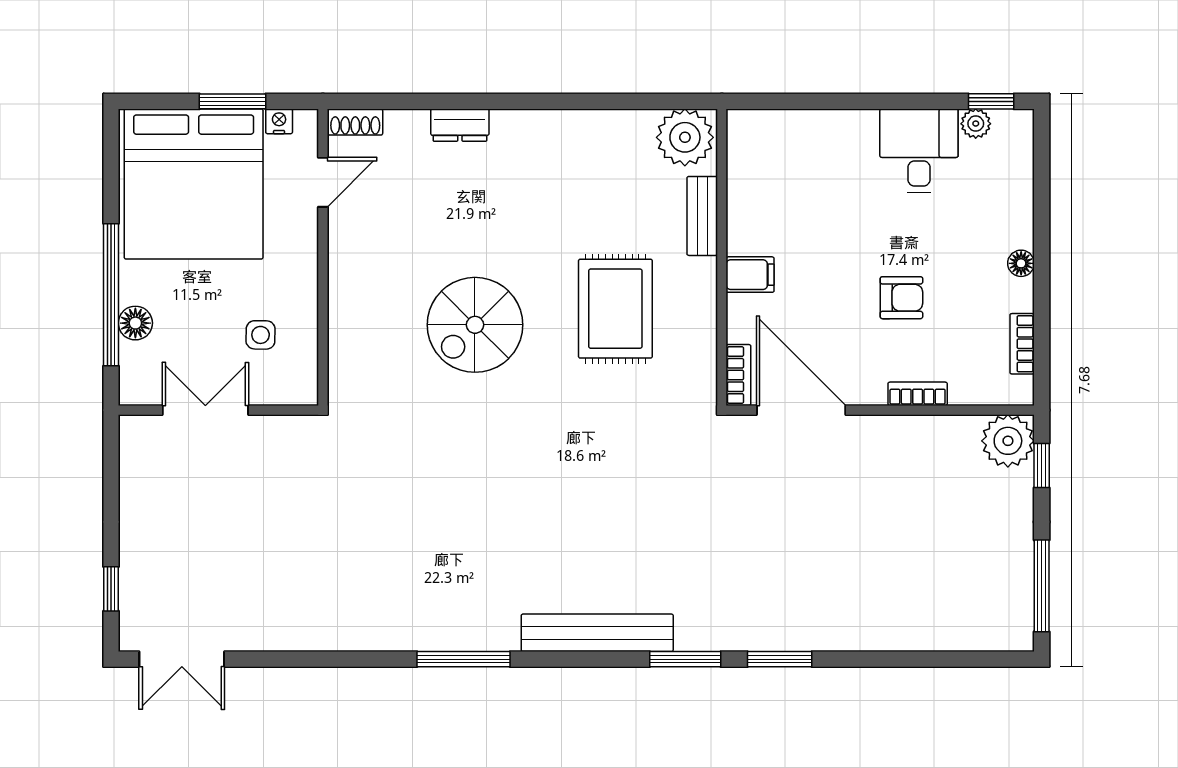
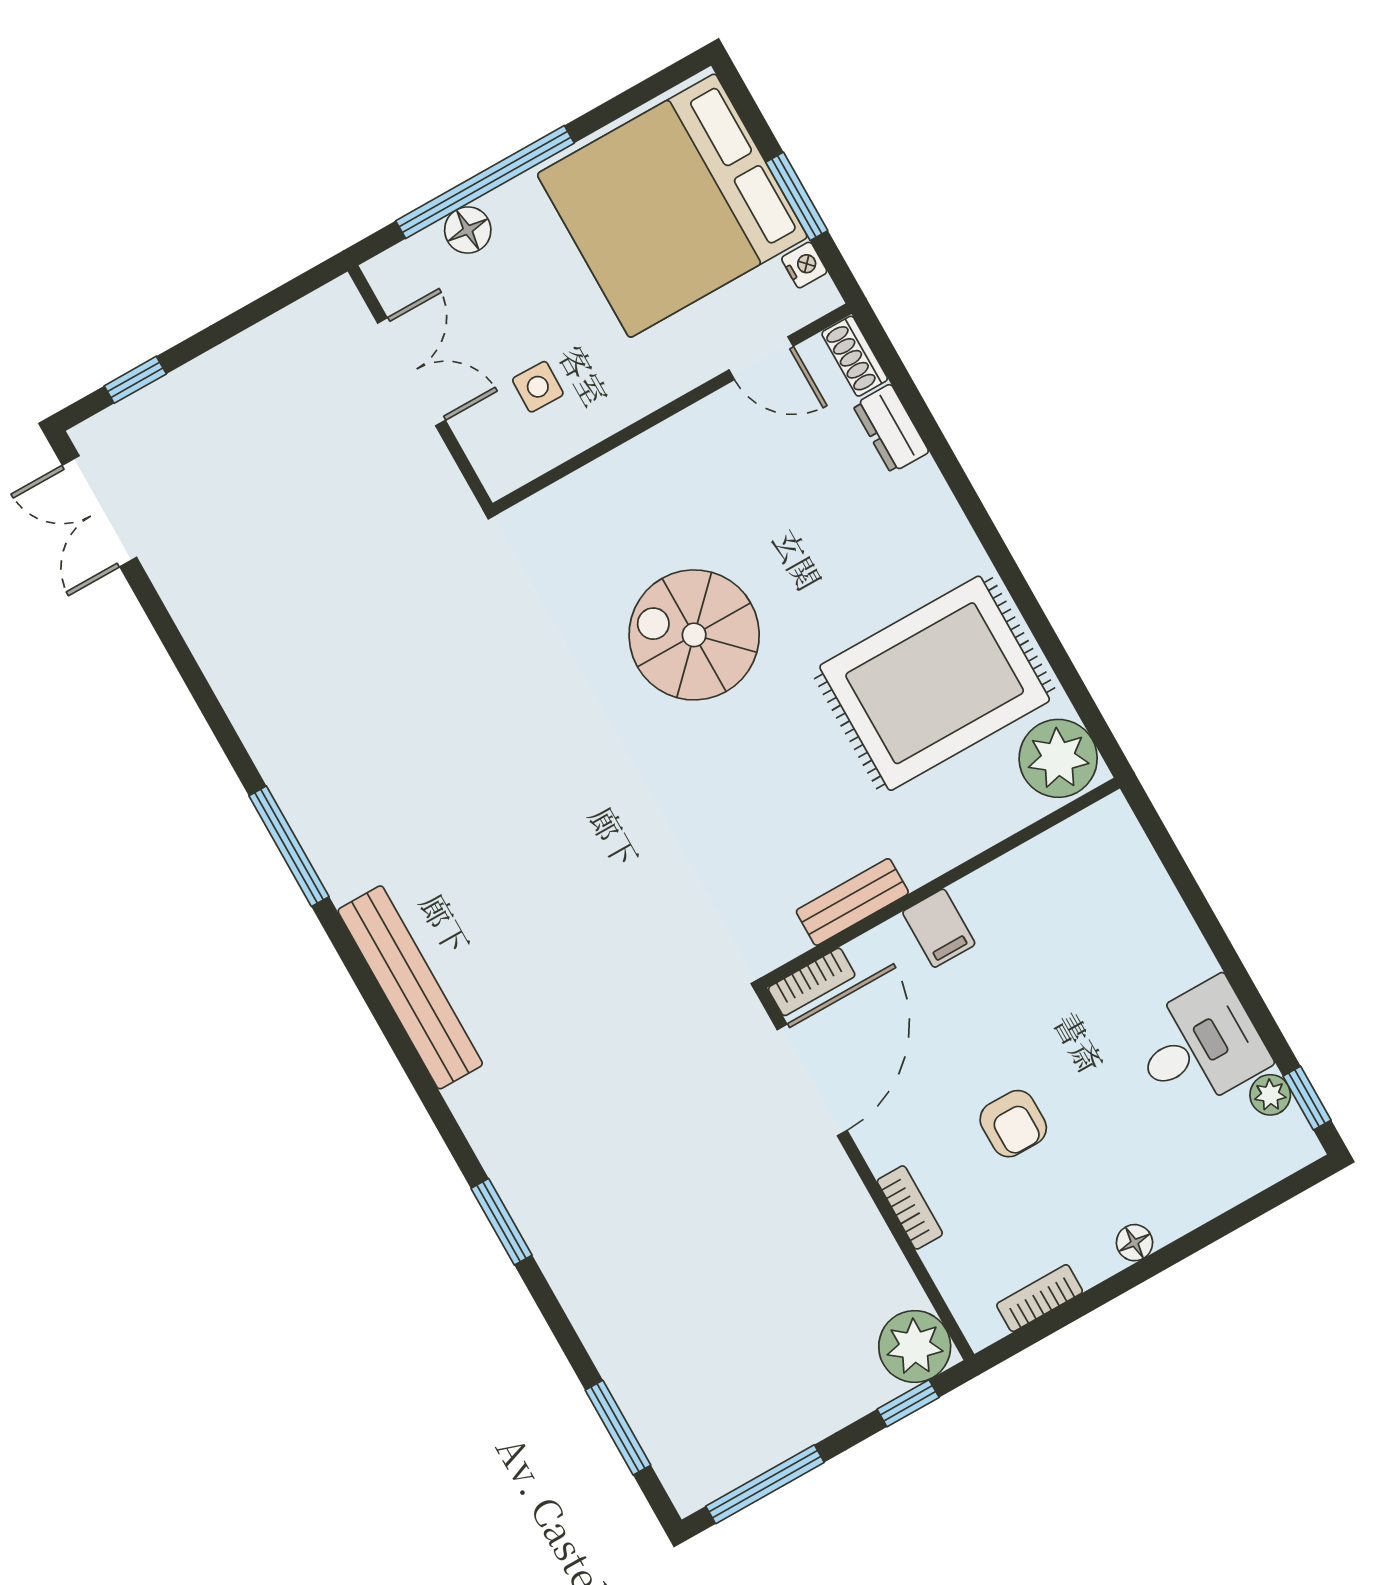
dresser: (460, 125) -> (891, 429), moved
bench: (702, 216) -> (852, 902), moved
rug: (615, 309) -> (935, 683), moved, width x1.37, depth x1.44
window: (685, 659) -> (618, 1428), moved

